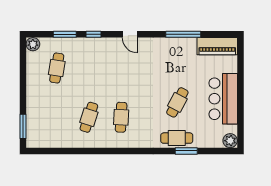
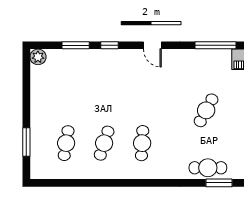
cafe table: (57, 68) -> (66, 143), moved
cafe table: (177, 102) -> (206, 110), moved
window: (23, 126) -> (26, 142), moved

